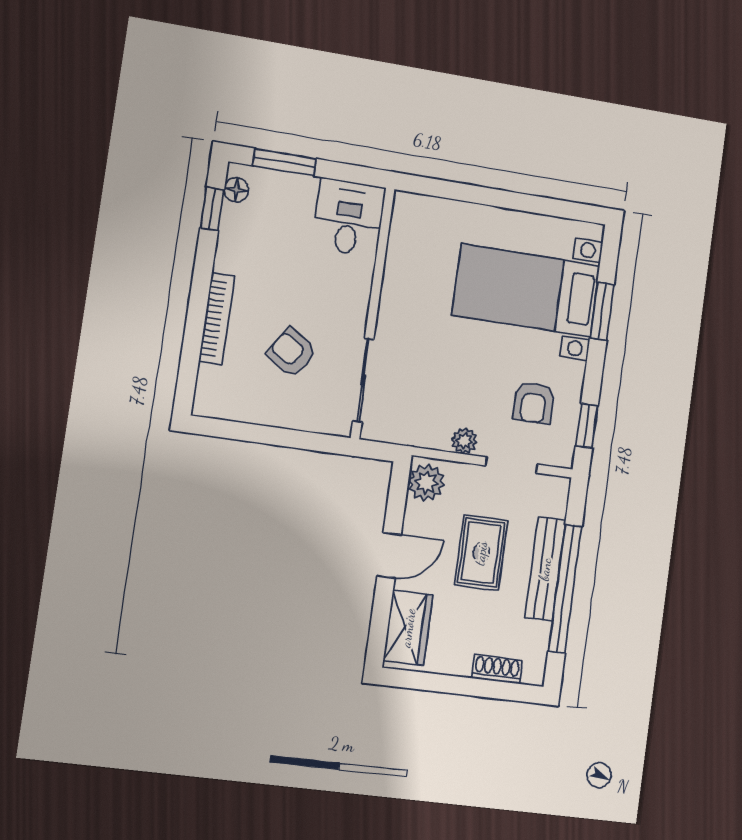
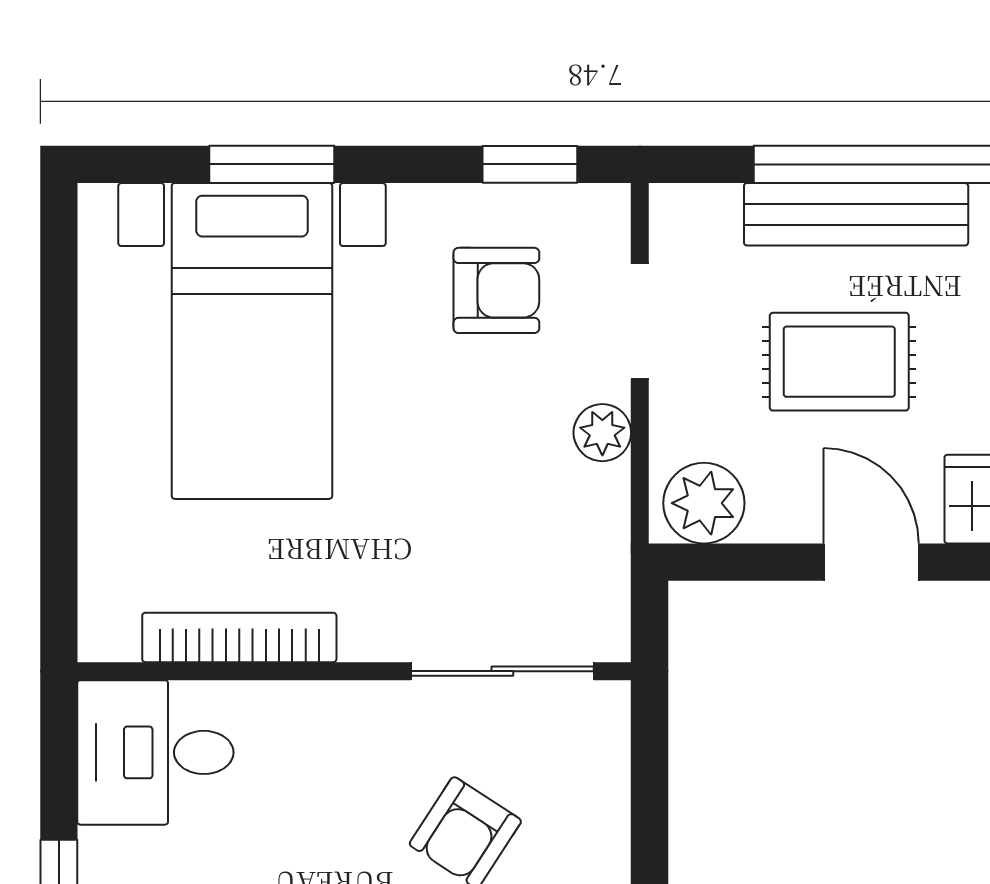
bookcase: (395, 264) -> (239, 637), added

